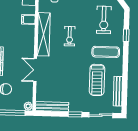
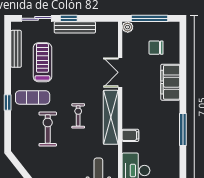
exercise bike: (104, 20) -> (48, 129), moved
window: (126, 35) -> (8, 102), moved
double door: (35, 70) -> (120, 72), swing flipped
bench: (52, 107) -> (75, 27), moved

